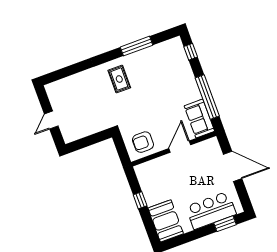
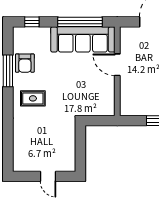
sofa: (199, 119) -> (83, 39), width x1.85, depth x1.27
armchair: (143, 142) -> (25, 63), moved

